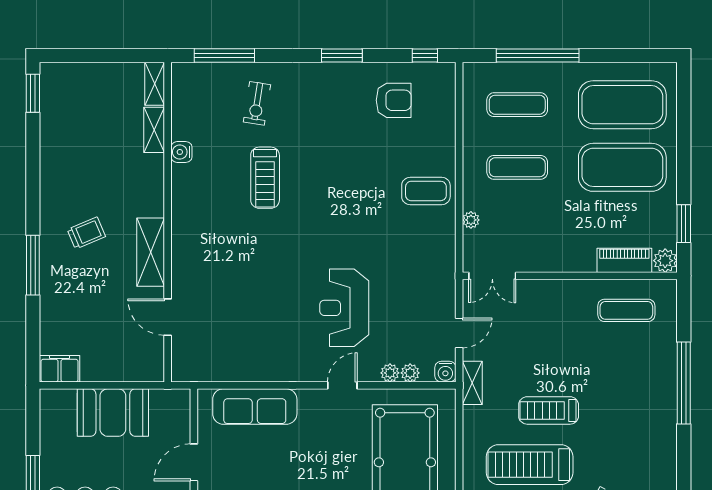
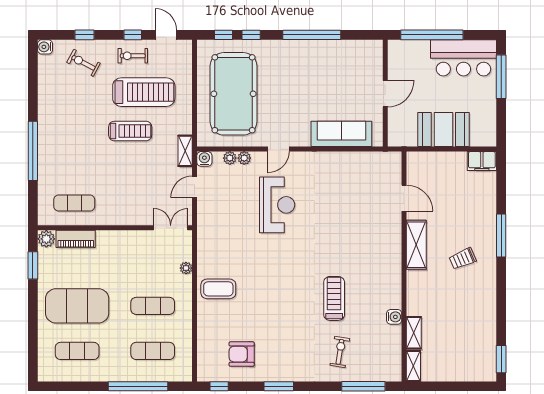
exercise mat: (622, 105) -> (77, 351), width x0.50, depth x0.69

